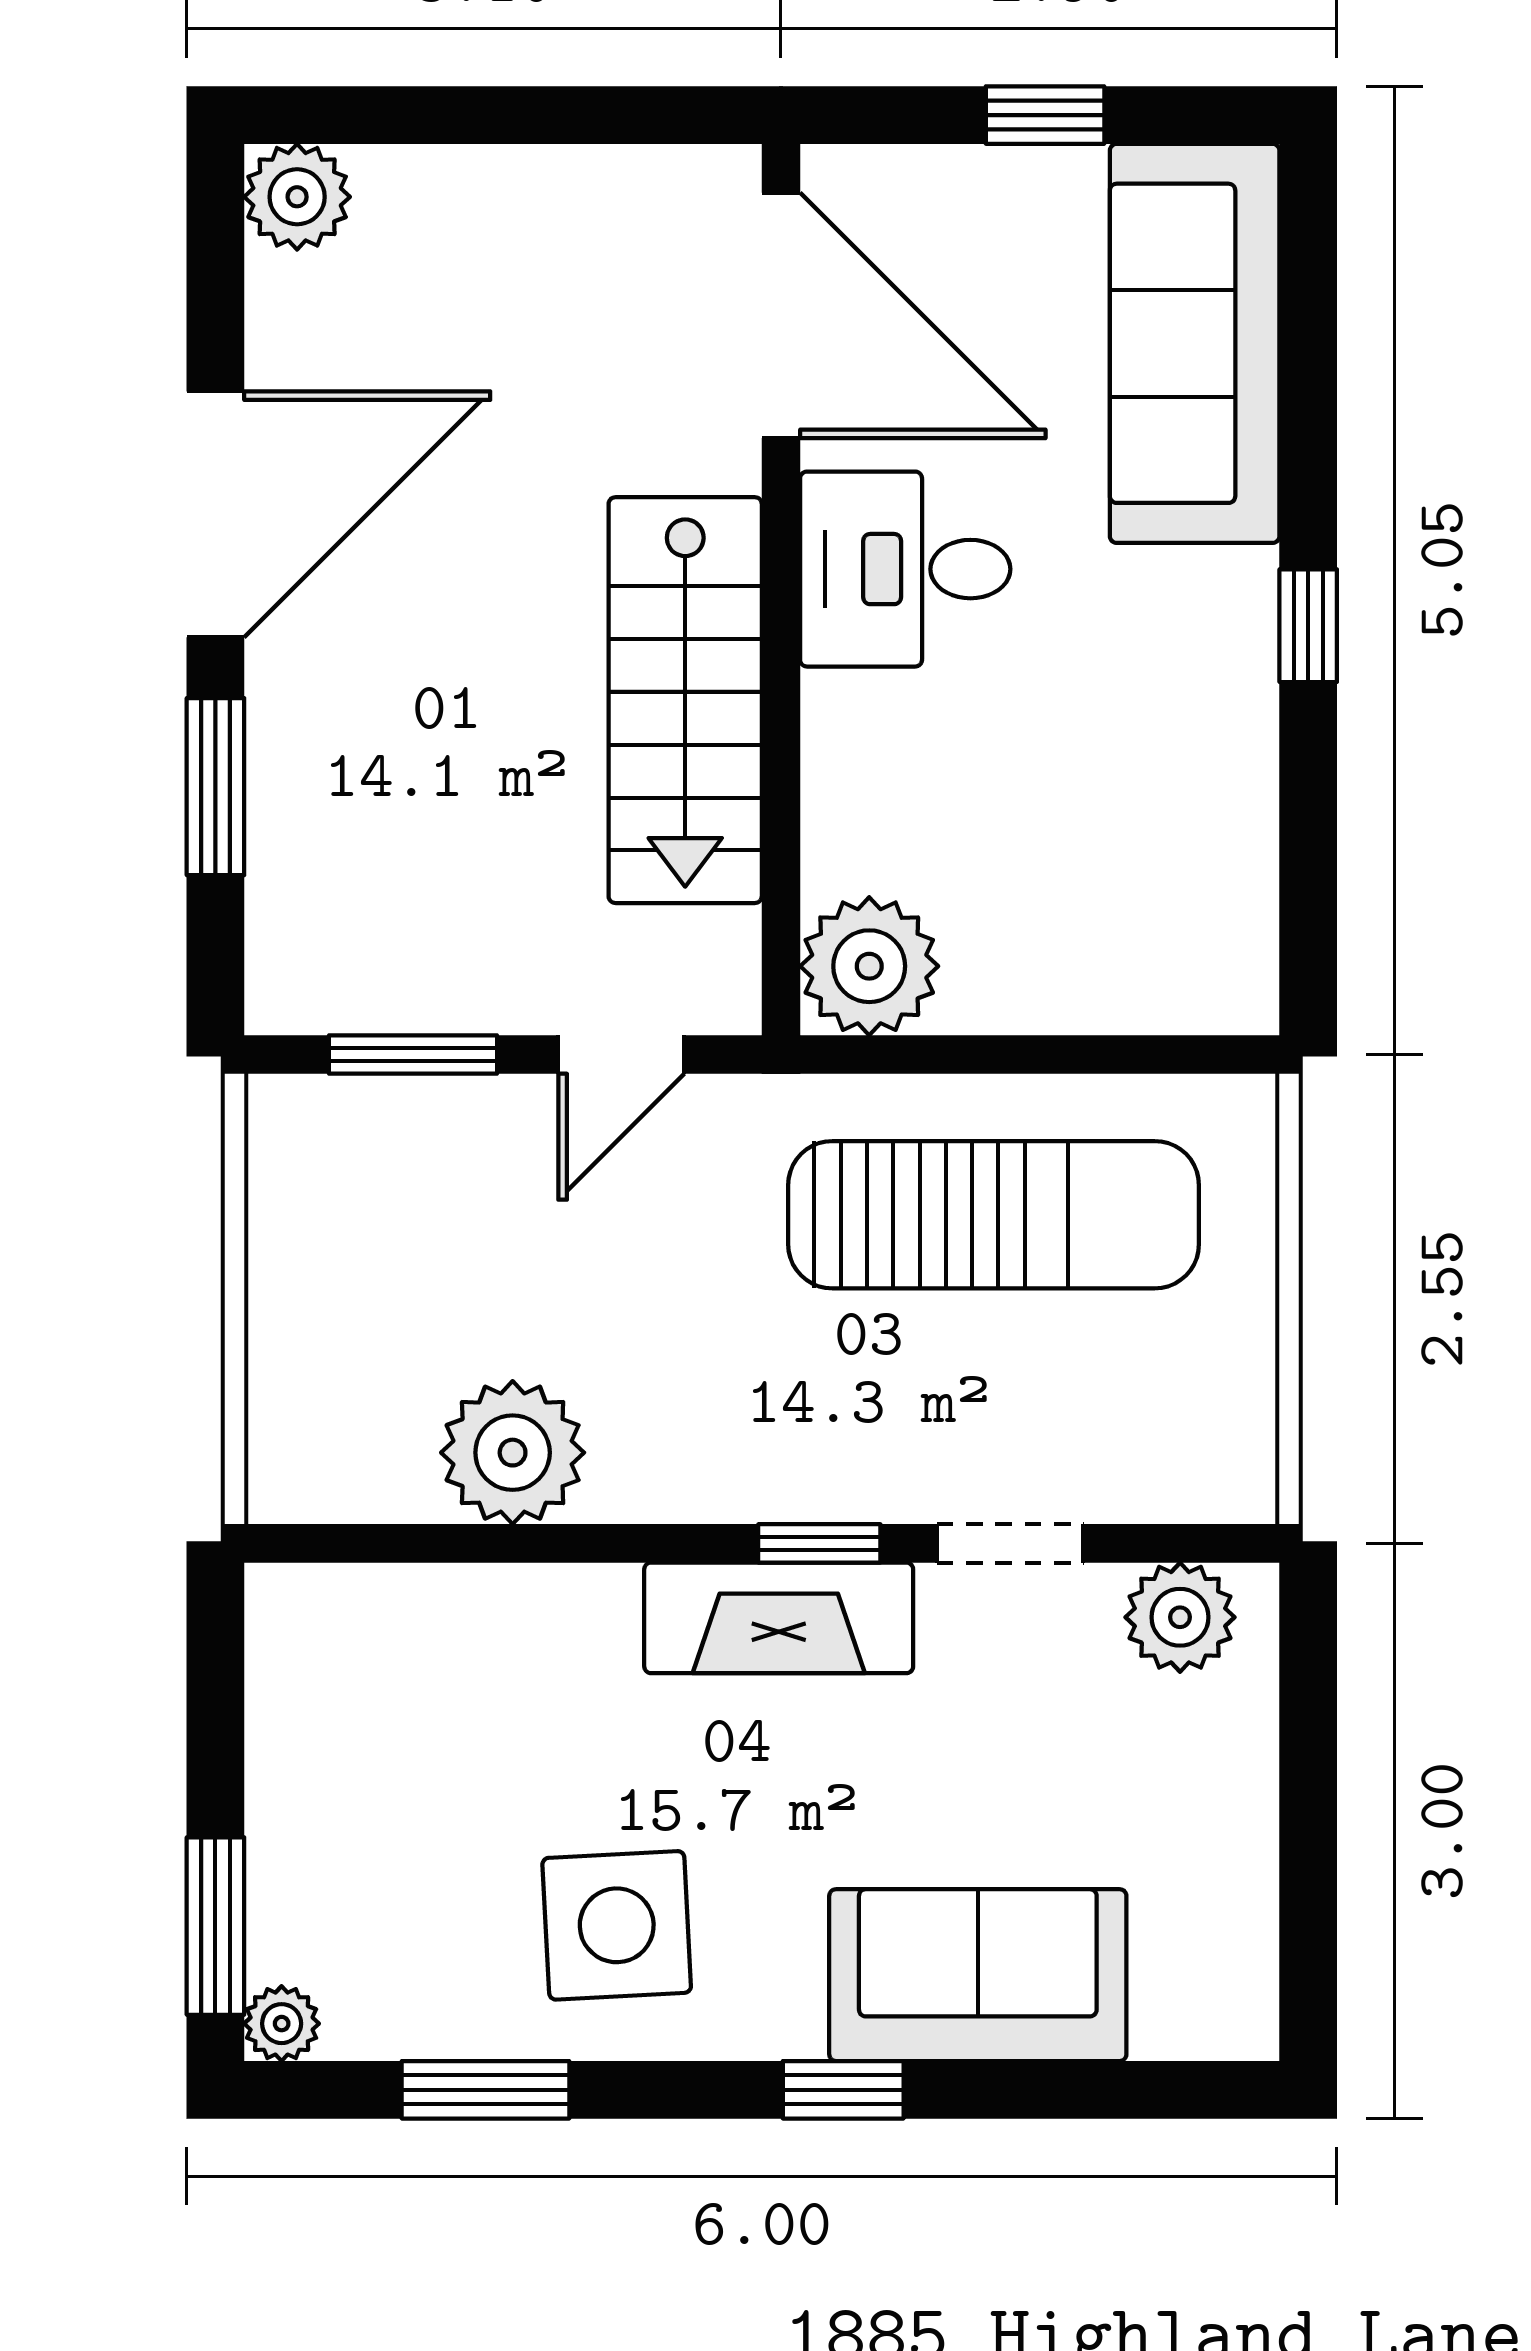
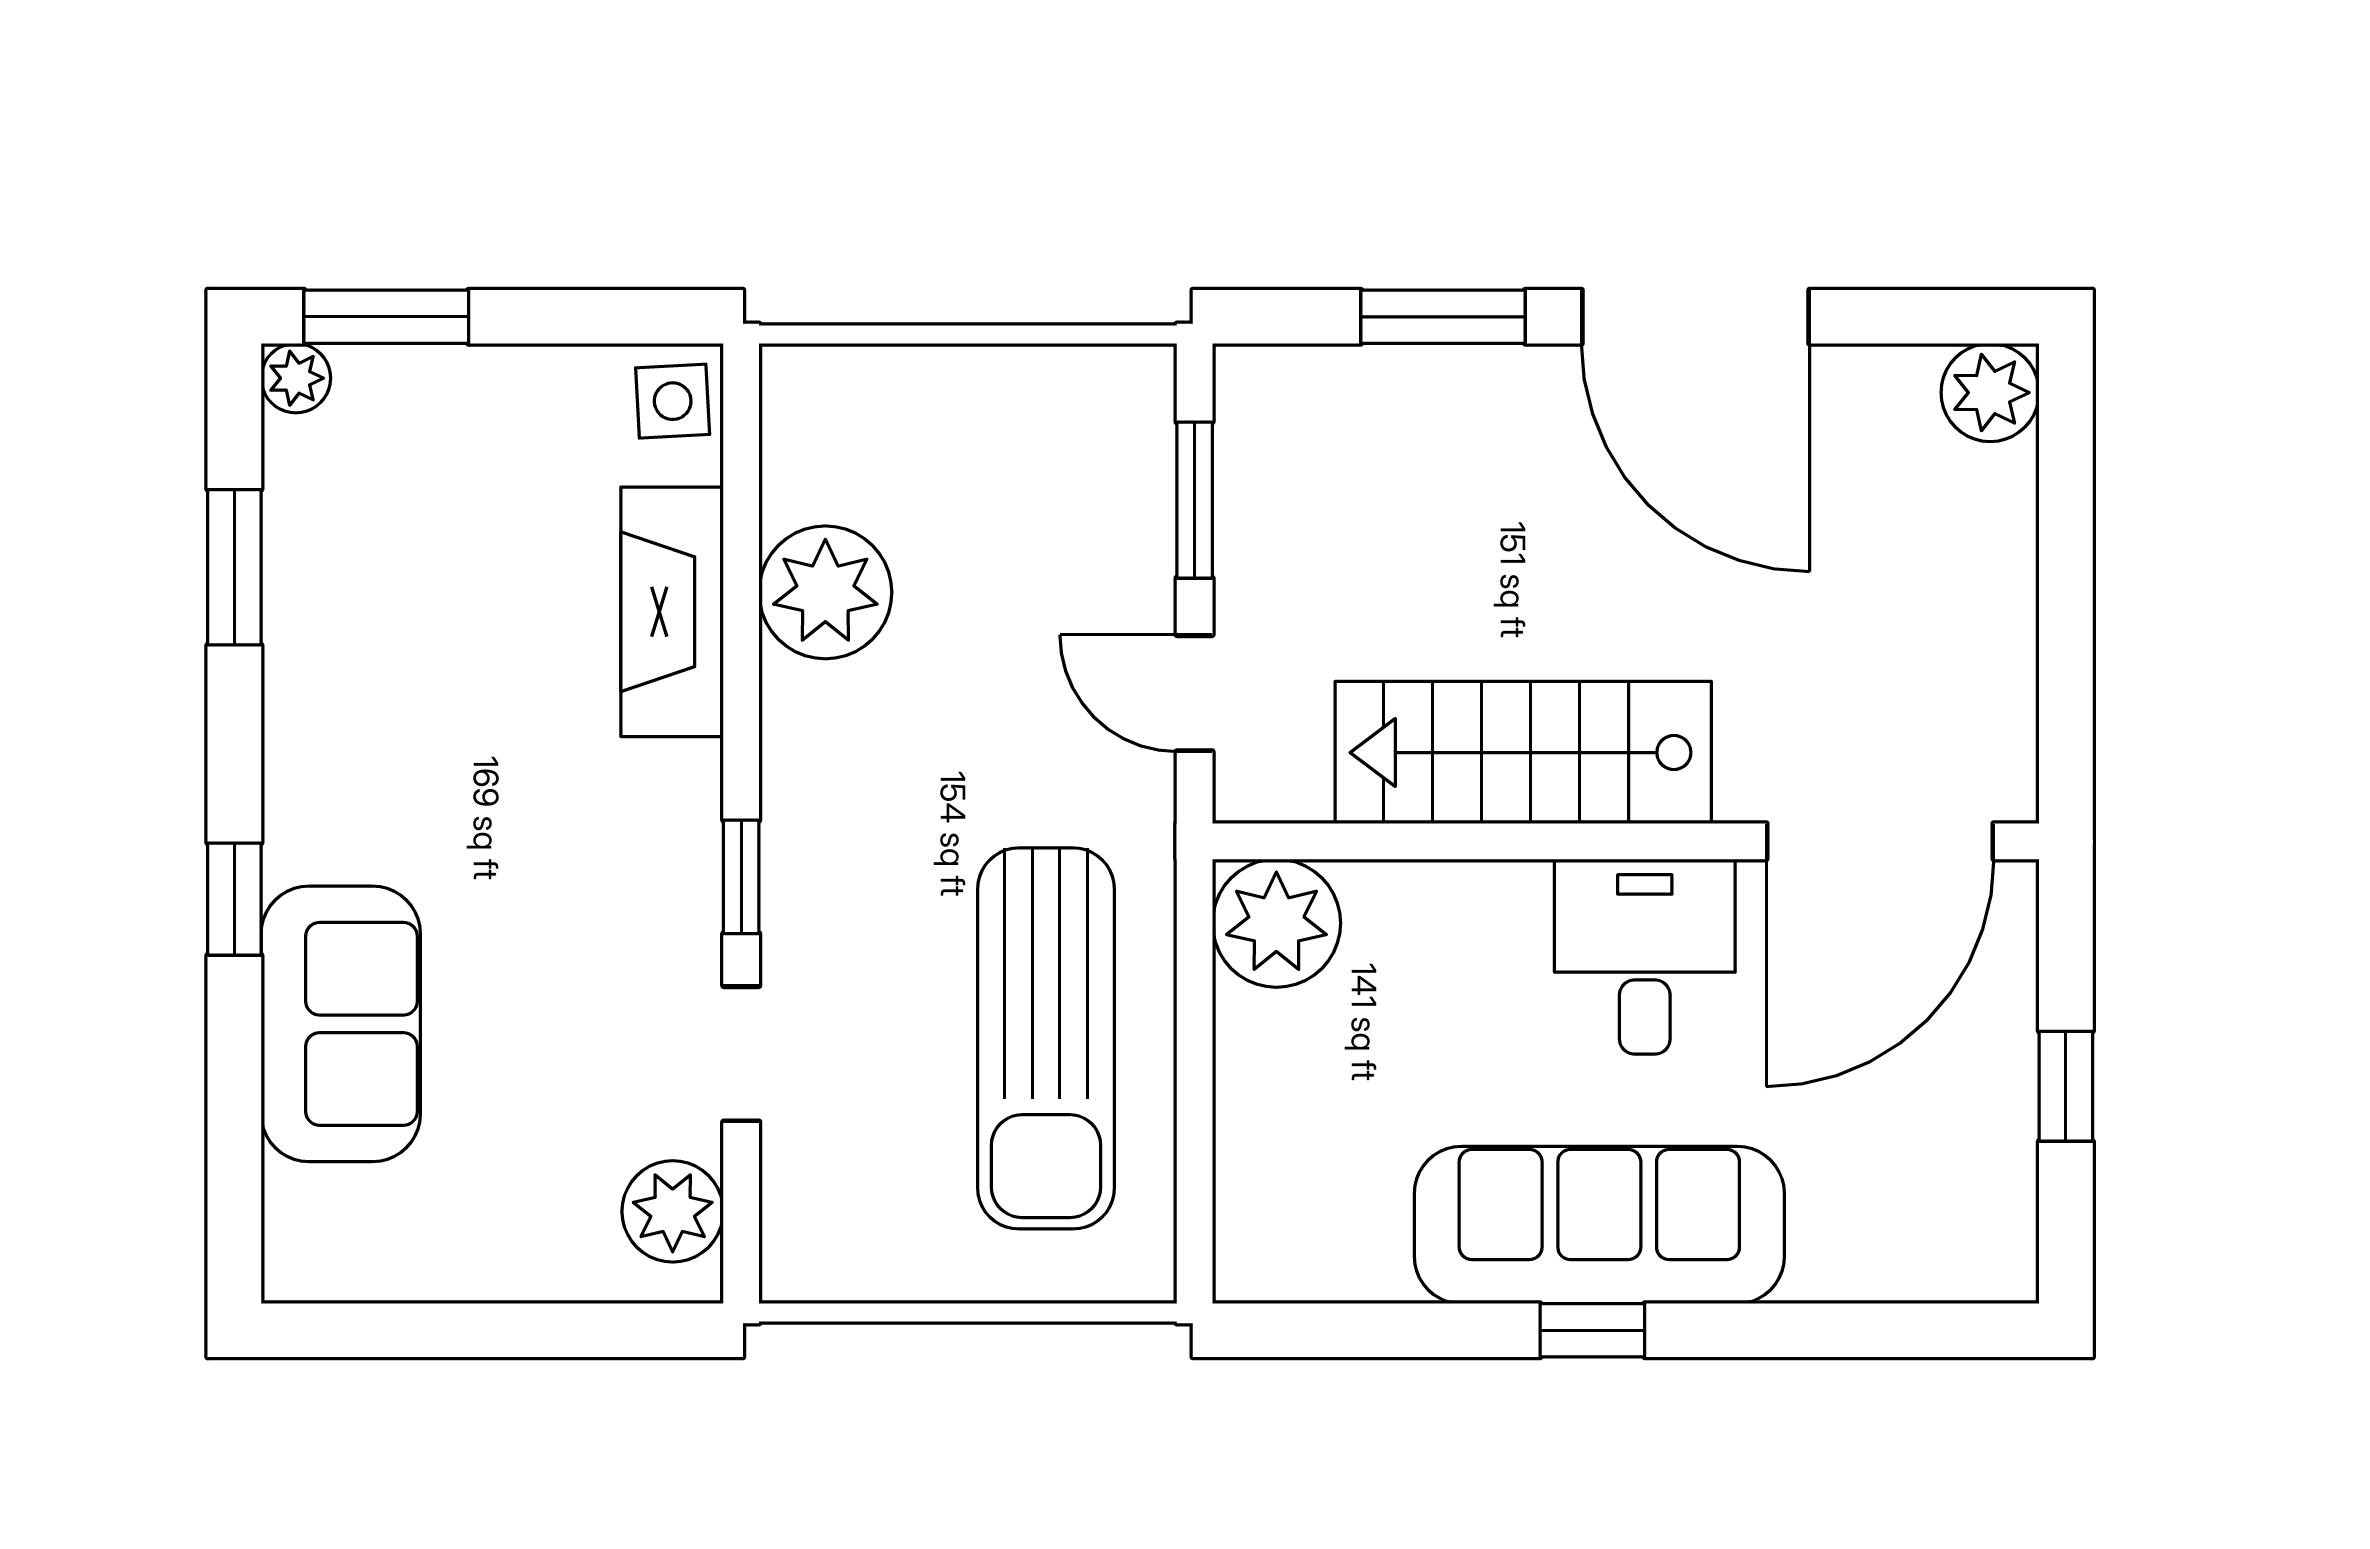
sofa: (1195, 343) -> (1599, 1225), moved
fireplace: (779, 1618) -> (672, 612), moved
side table: (617, 1925) -> (673, 401), moved, width x0.54, depth x0.54

